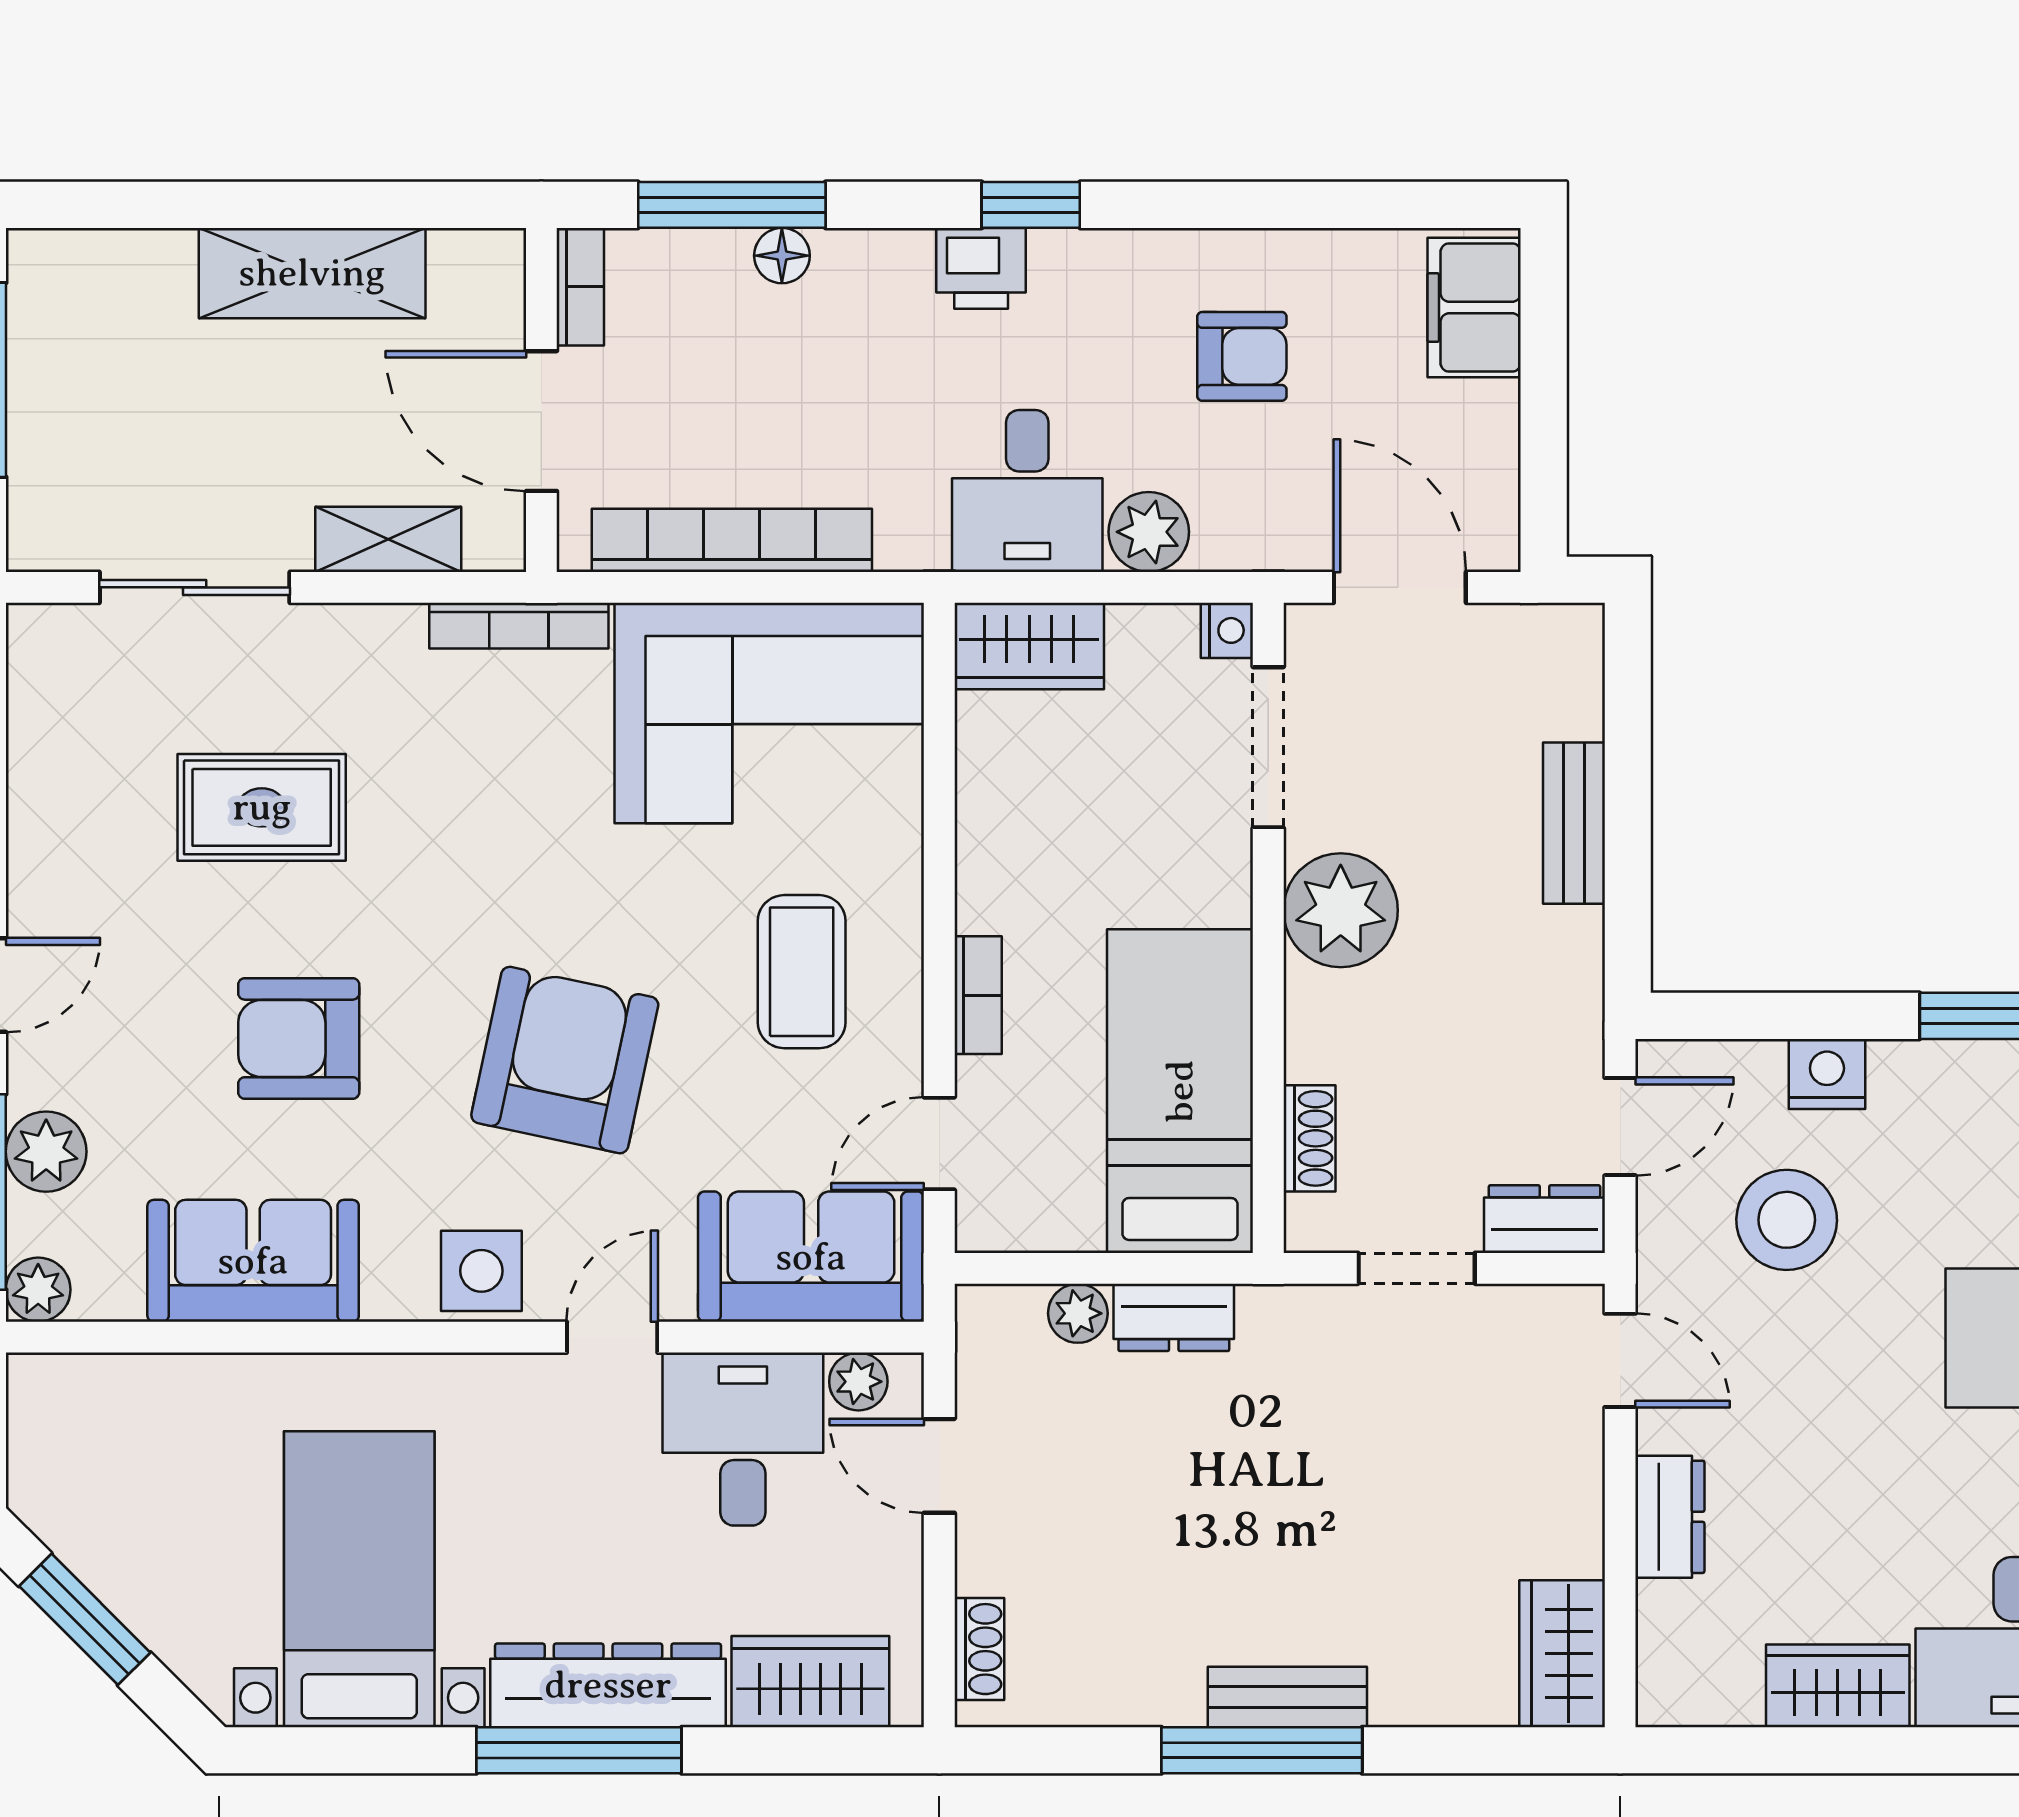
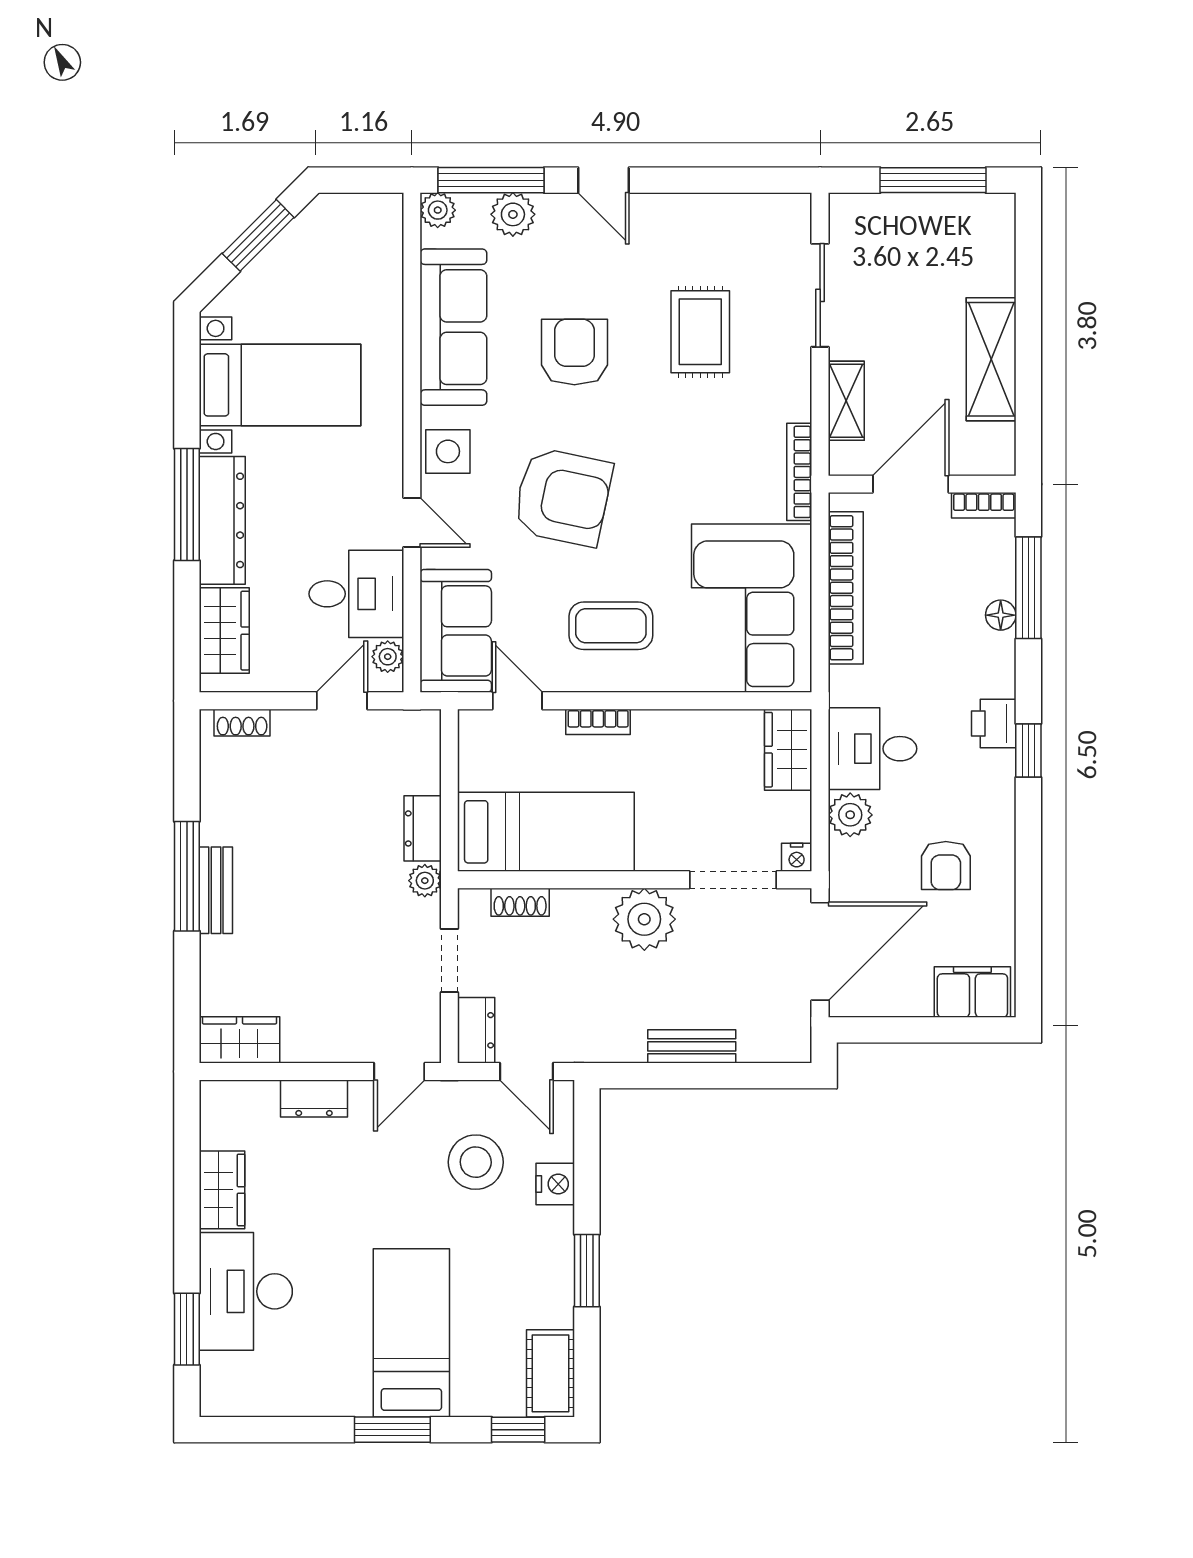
door: (1400, 587) -> (820, 951), width x1.36
sofa: (253, 1261) -> (453, 327), width x1.36
plant: (1078, 1313) -> (425, 881), moved

